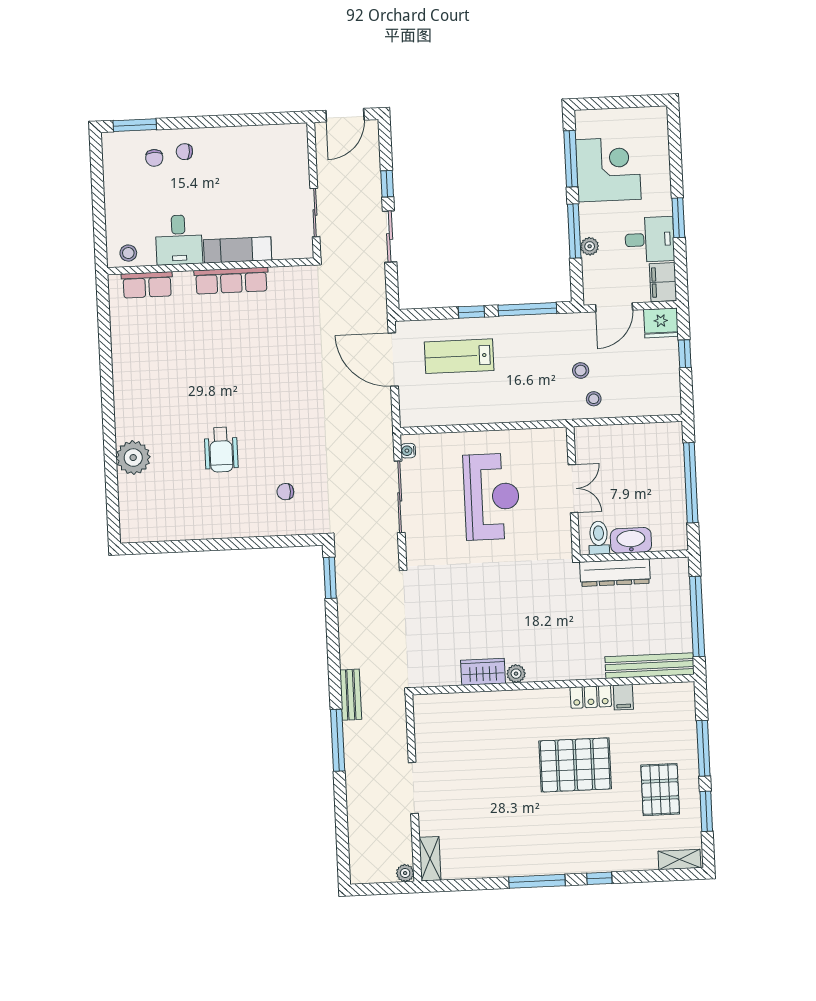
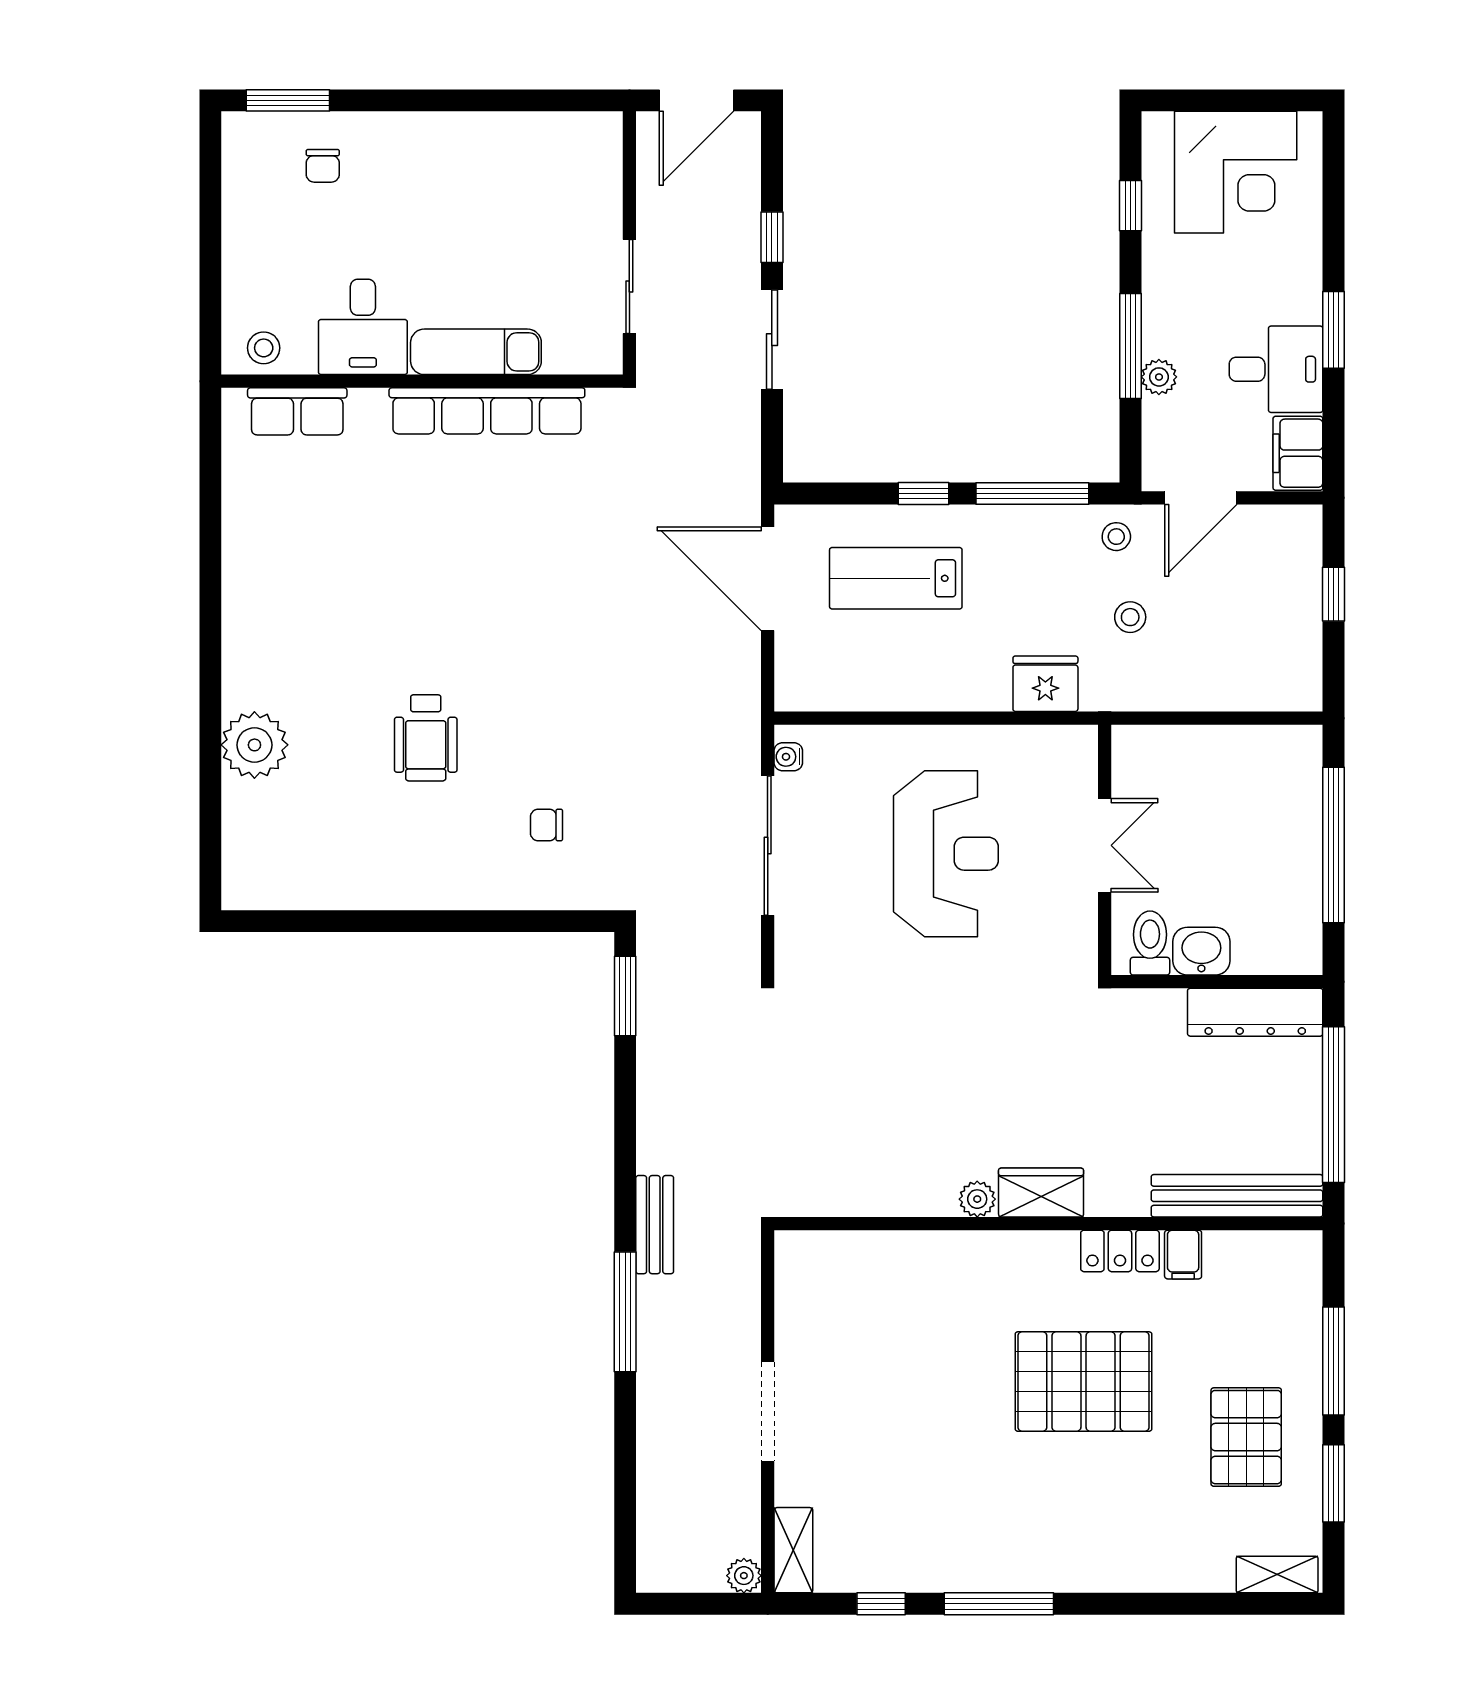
chair: (184, 152) -> (382, 156), removed
window: (571, 159) -> (1131, 206), width x0.46
corner desk: (608, 169) -> (1236, 172), moved, turned 90
row of seats: (231, 281) -> (487, 411), width x1.36
fridge: (661, 323) -> (1045, 684), moved, turned 180
stool: (594, 399) -> (1116, 537), moved
washbasin: (631, 540) -> (1201, 951), width x0.72
dresser: (615, 573) -> (1255, 1012), moved
wardrobe: (483, 672) -> (1041, 1193), moved
window: (599, 878) -> (881, 1604), moved

